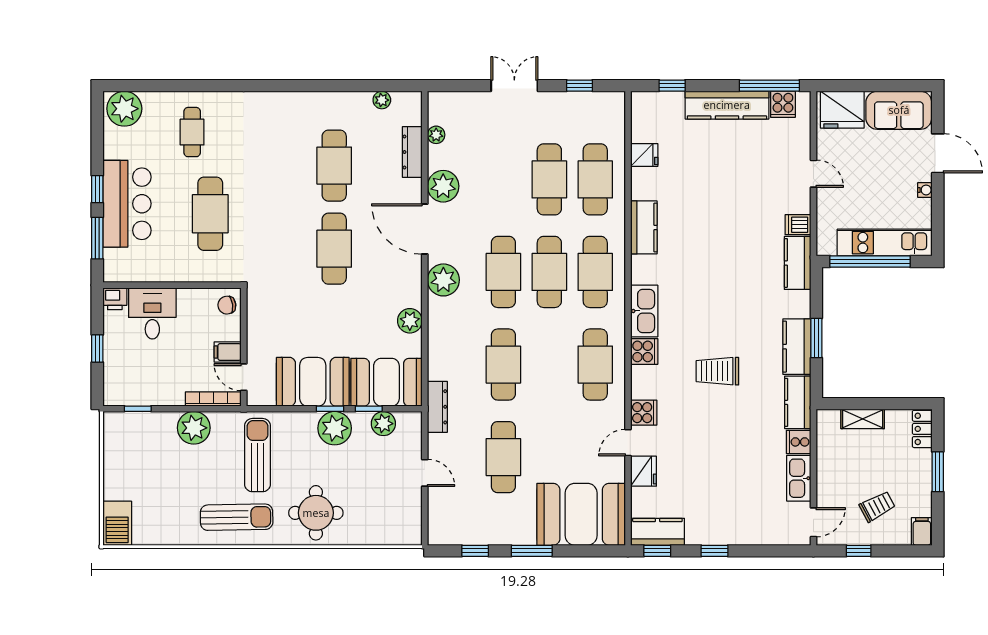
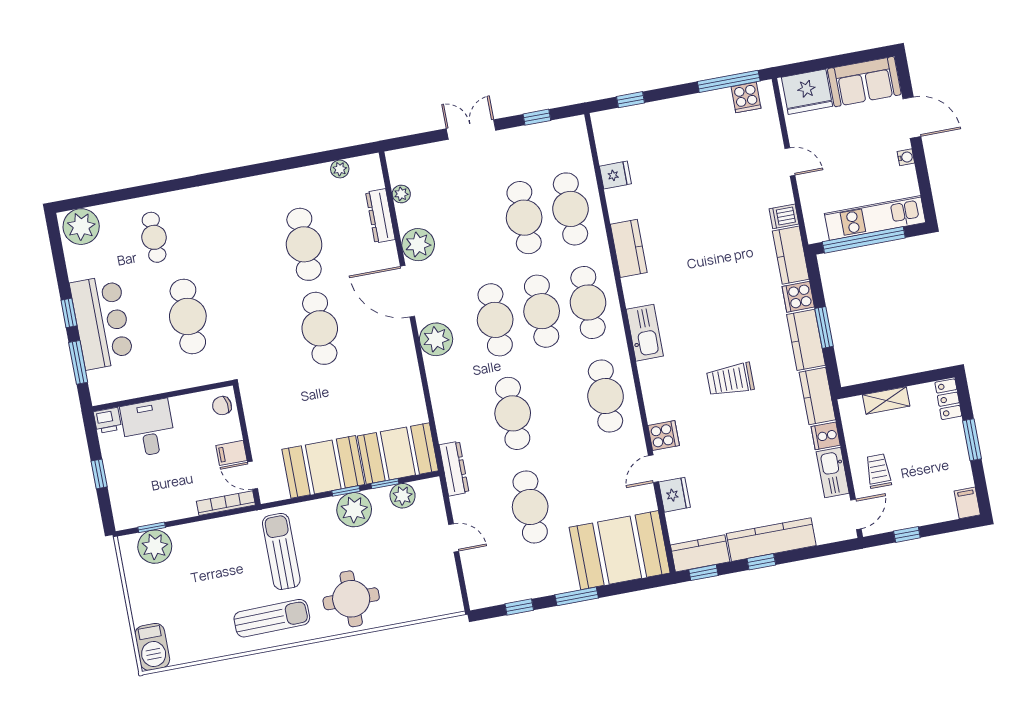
kitchen counter: (727, 105) -> (771, 540), moved, turned 180
plant: (410, 321) -> (410, 387), removed
cooker: (644, 351) -> (798, 297), moved, turned 180
plant: (194, 428) -> (155, 547), moved
trolley: (877, 506) -> (878, 471), moved, turned -62

